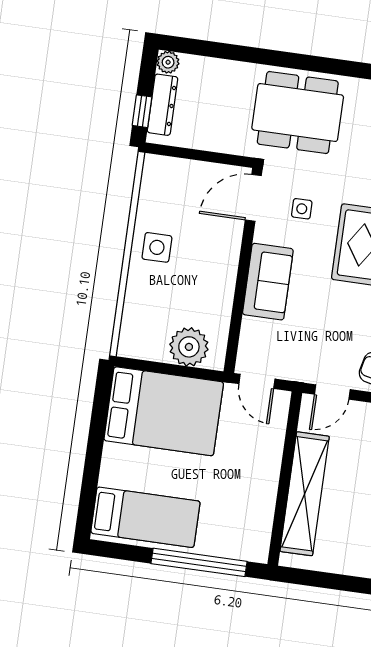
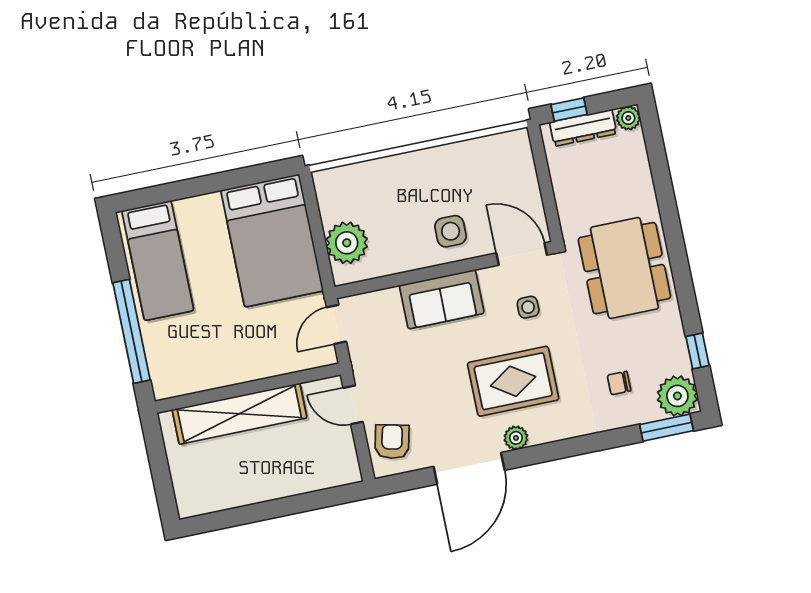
side table: (157, 247) -> (451, 231), moved

